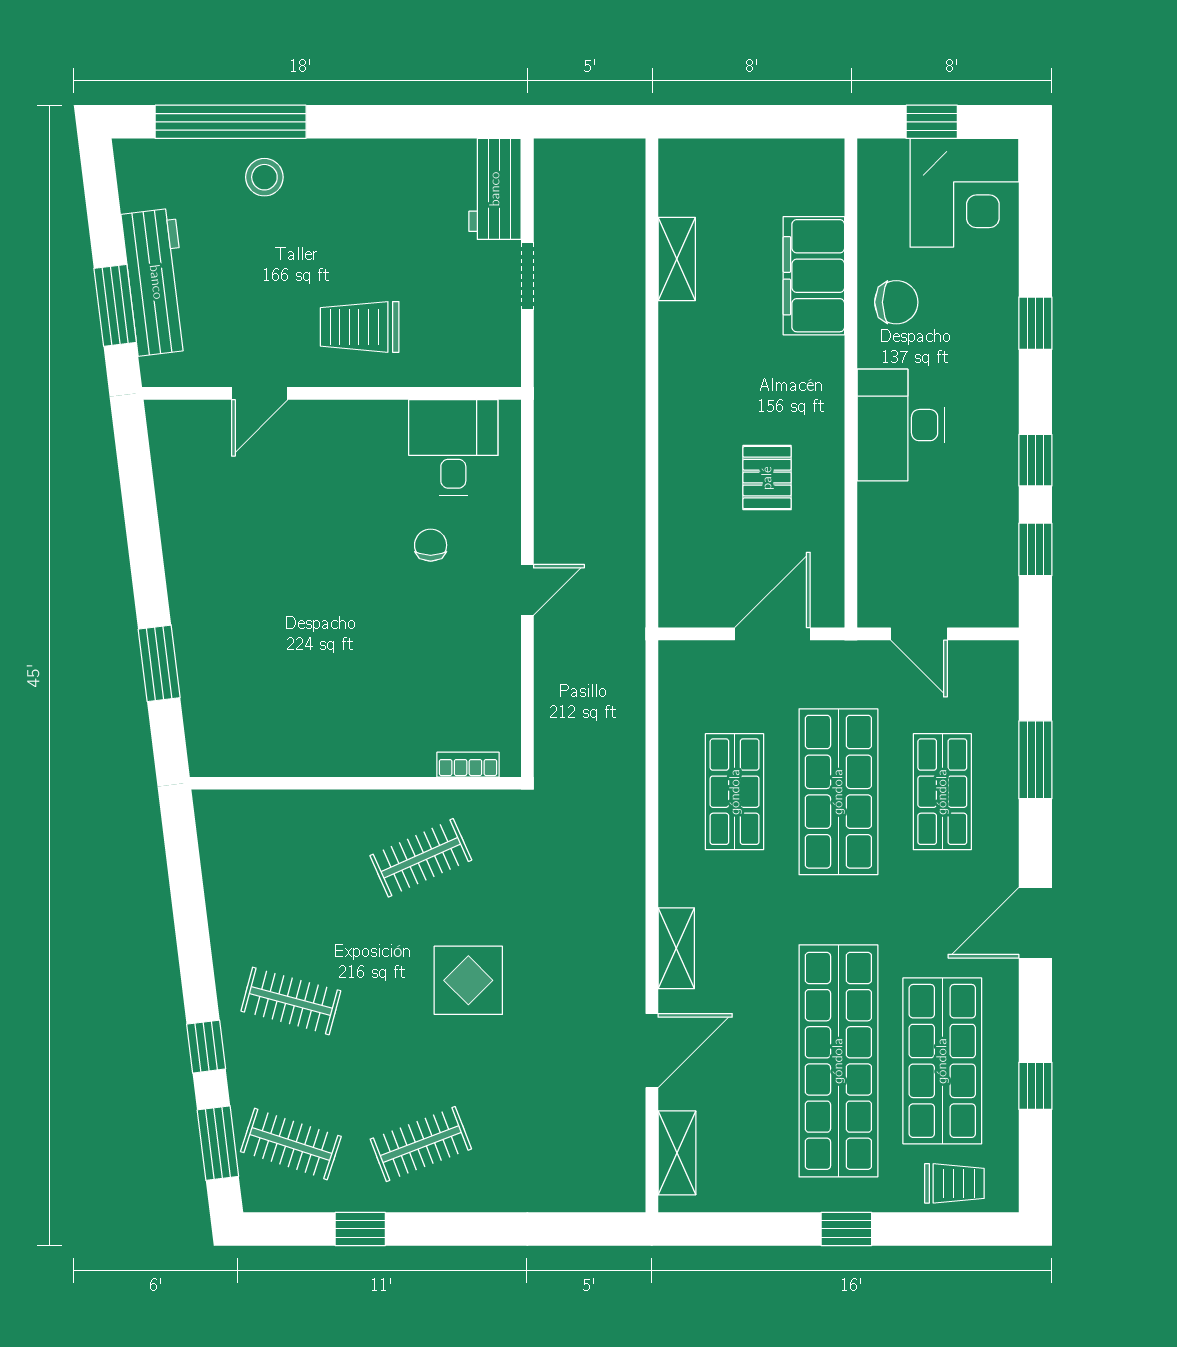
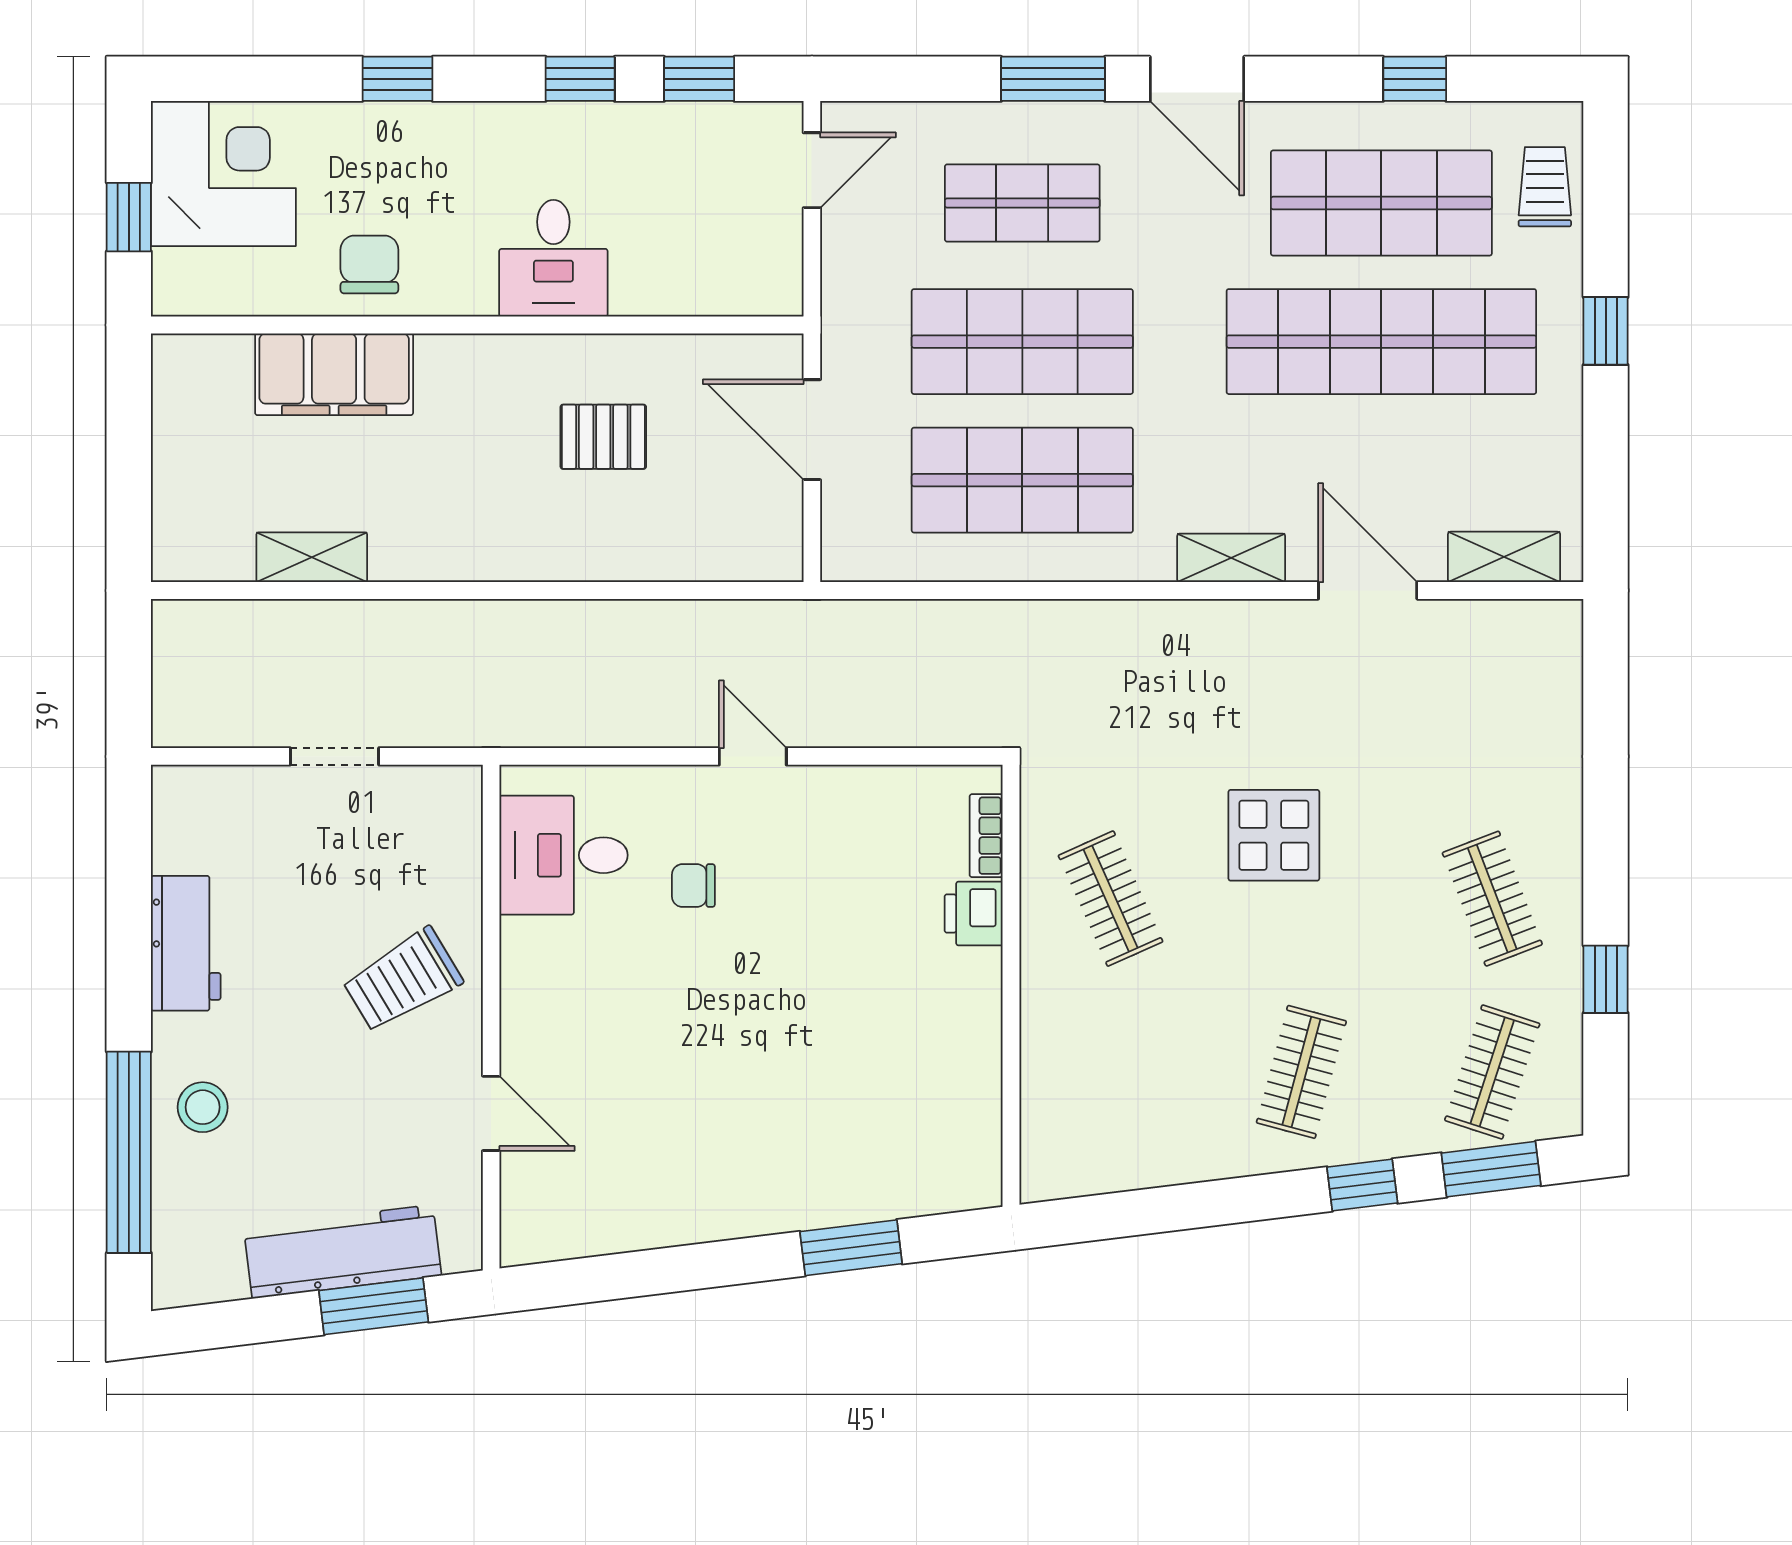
workbench: (495, 189) -> (186, 943), moved, turned -90
trolley: (360, 327) -> (402, 980), turned 59
desk: (901, 425) -> (553, 258), width x0.73
door: (919, 634) -> (812, 170), moved
printer: (410, 755) -> (974, 914), added
window: (1035, 760) -> (1053, 79), moved
shop shelf: (735, 792) -> (1022, 480), width x1.43, depth x1.36

